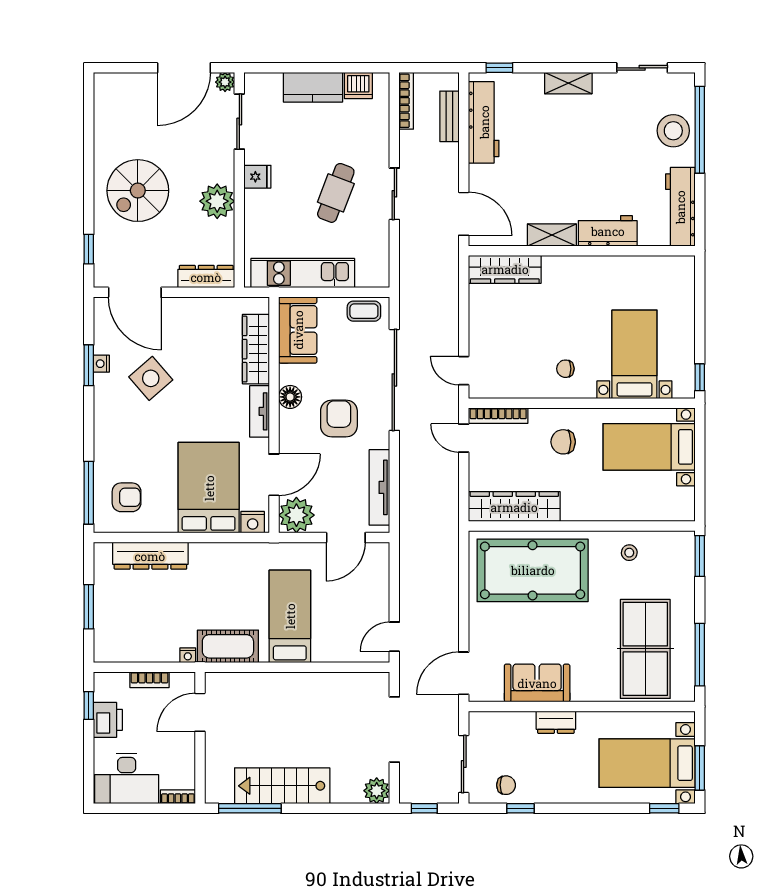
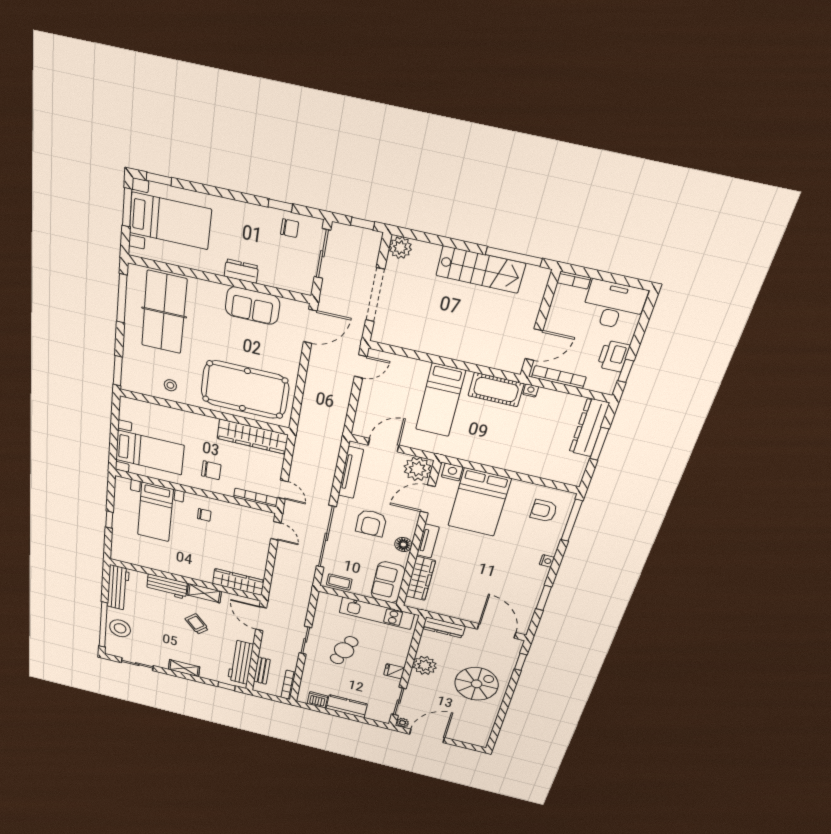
trolley: (557, 175) -> (197, 624), added
nightstand: (101, 364) -> (547, 561), moved
window: (700, 377) -> (109, 520), moved
side table: (151, 378) -> (501, 579), removed
dresser: (150, 556) -> (589, 428), moved, turned -90
bookcase: (149, 680) -> (559, 377), width x1.56
chair: (506, 785) -> (290, 228), turned 180

